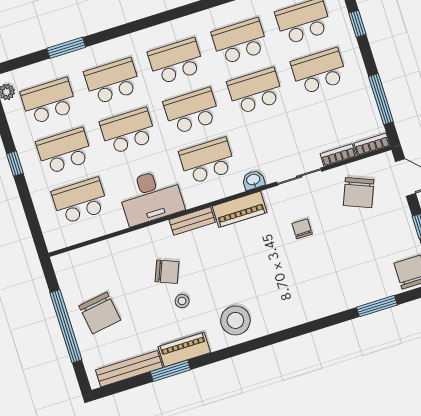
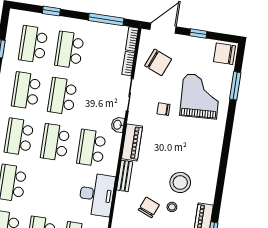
school desk: (128, 131) -> (48, 189), removed
grand piano: (342, 268) -> (200, 96), added
stool: (235, 320) -> (180, 182), moved

